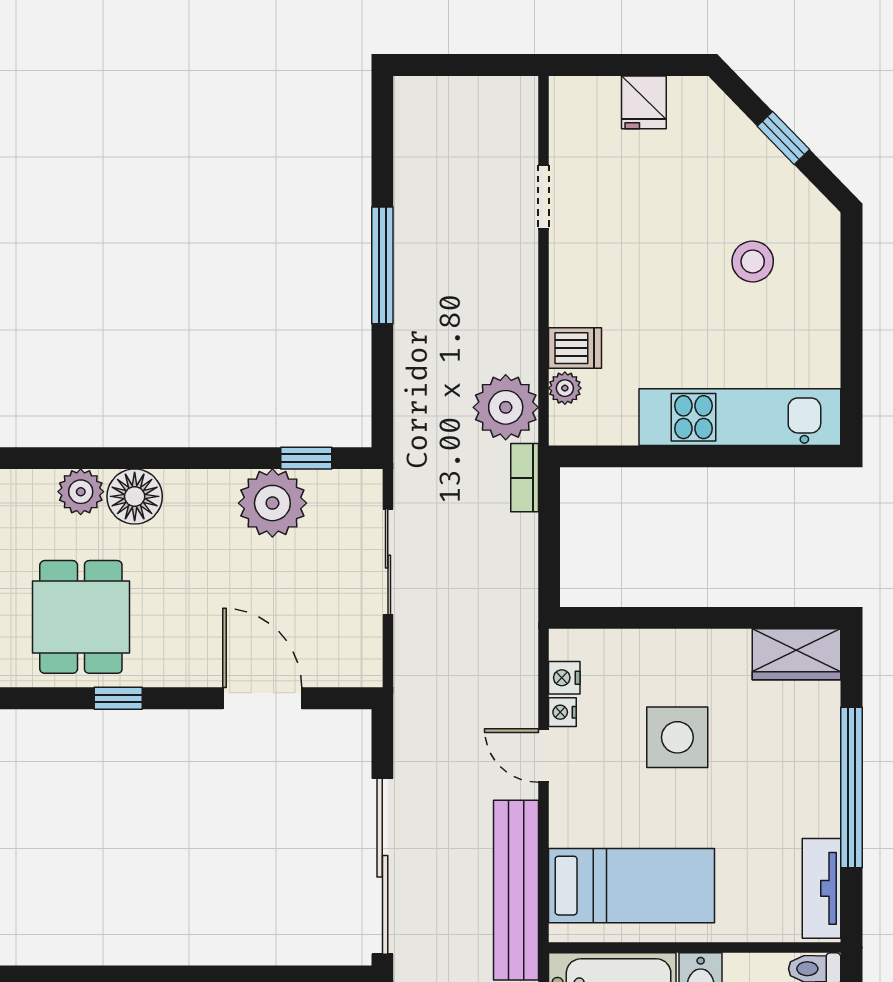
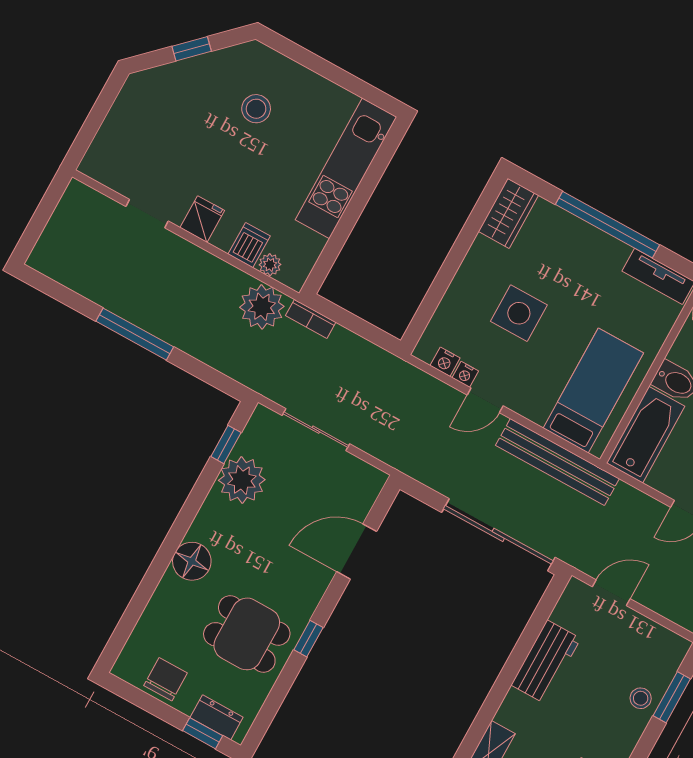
fridge: (644, 102) -> (202, 219), moved, turned -90
plant: (81, 492) -> (171, 592), removed

